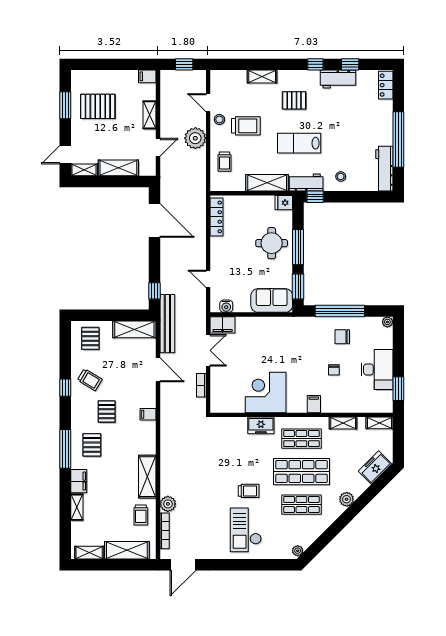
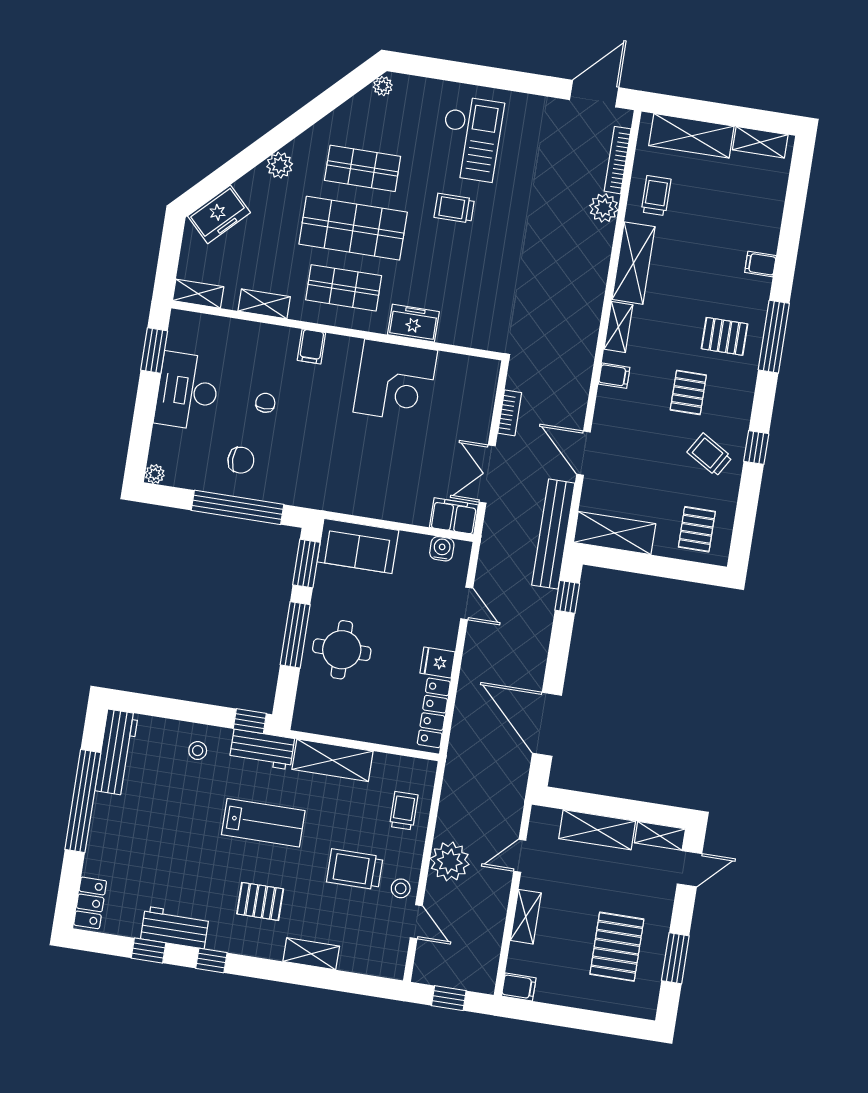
pallet: (98, 106) -> (617, 947), turned 90
fridge: (284, 203) -> (437, 662), moved, turned 180
pallet: (92, 445) -> (725, 336), turned 90
filing cabinet: (79, 481) -> (760, 264), width x0.50
shelving: (77, 507) -> (618, 327), moved

